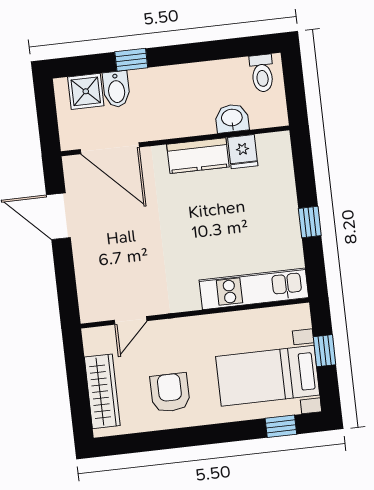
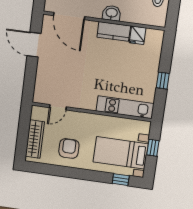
washbasin: (232, 118) -> (112, 13), moved

